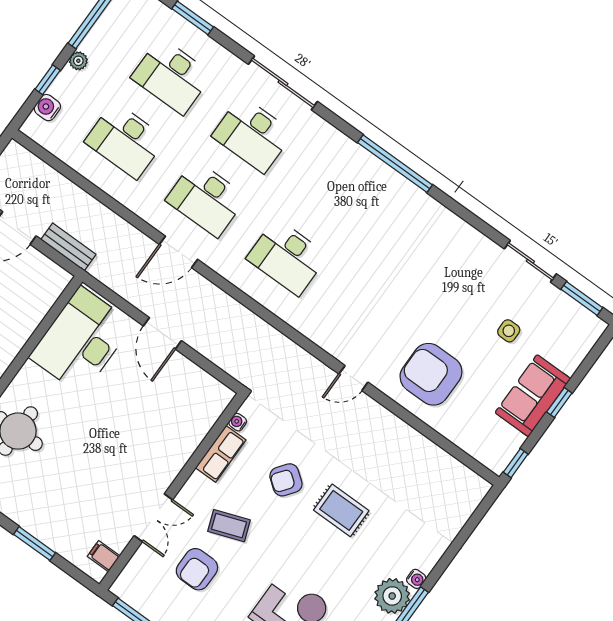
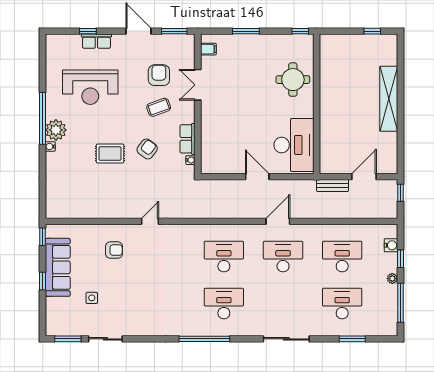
desk: (253, 134) -> (224, 304), moved
armchair: (431, 374) -> (114, 250), width x0.53, depth x0.53
sofa: (533, 396) -> (58, 267), width x1.36

